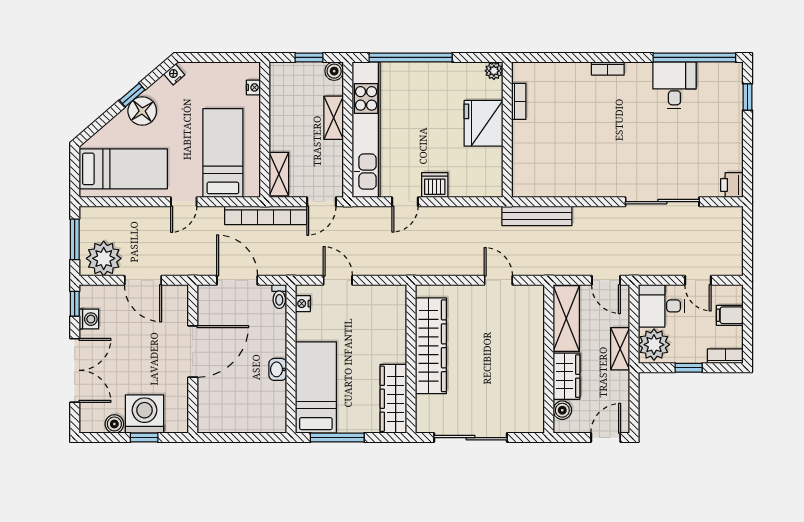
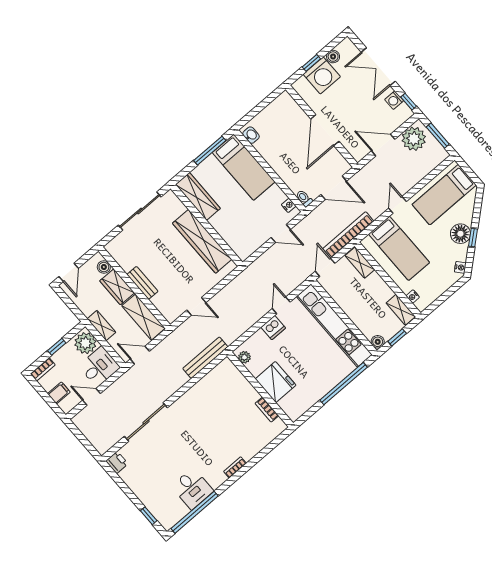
plant: (494, 71) -> (244, 357), moved
shelving: (334, 118) -> (401, 310), moved
bench: (535, 357) -> (142, 283), added
washbasin: (278, 369) -> (251, 135), moved

